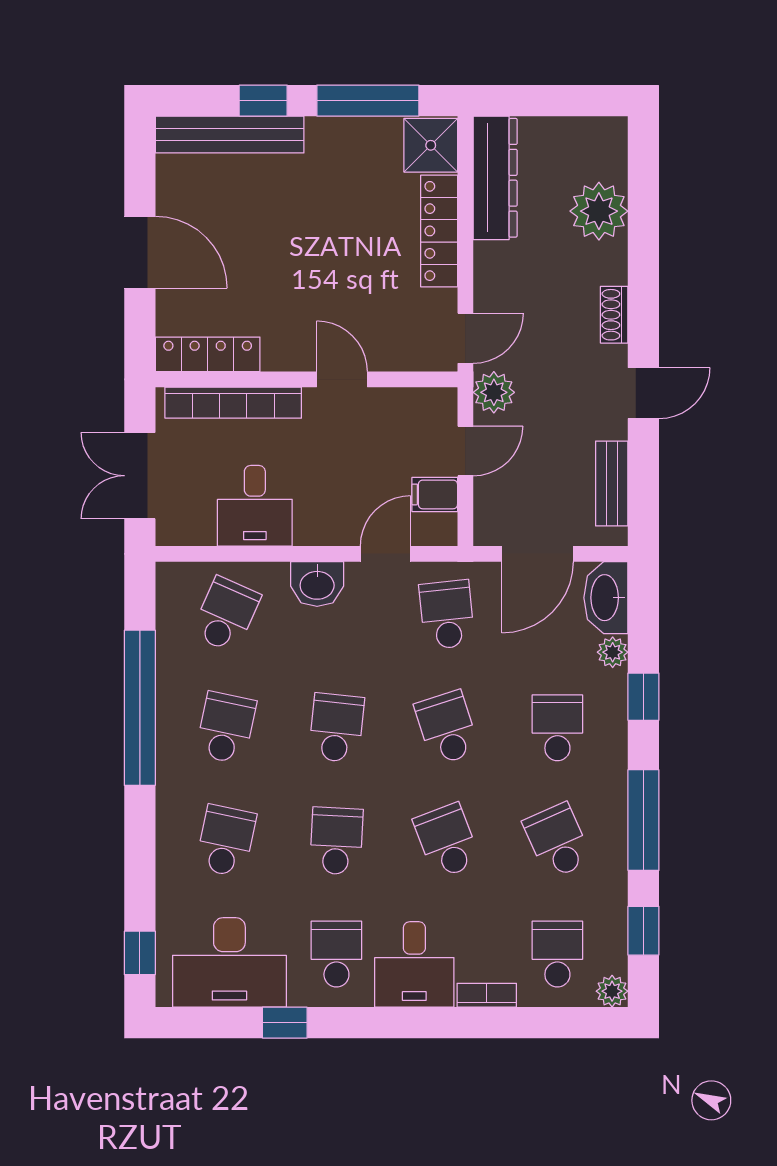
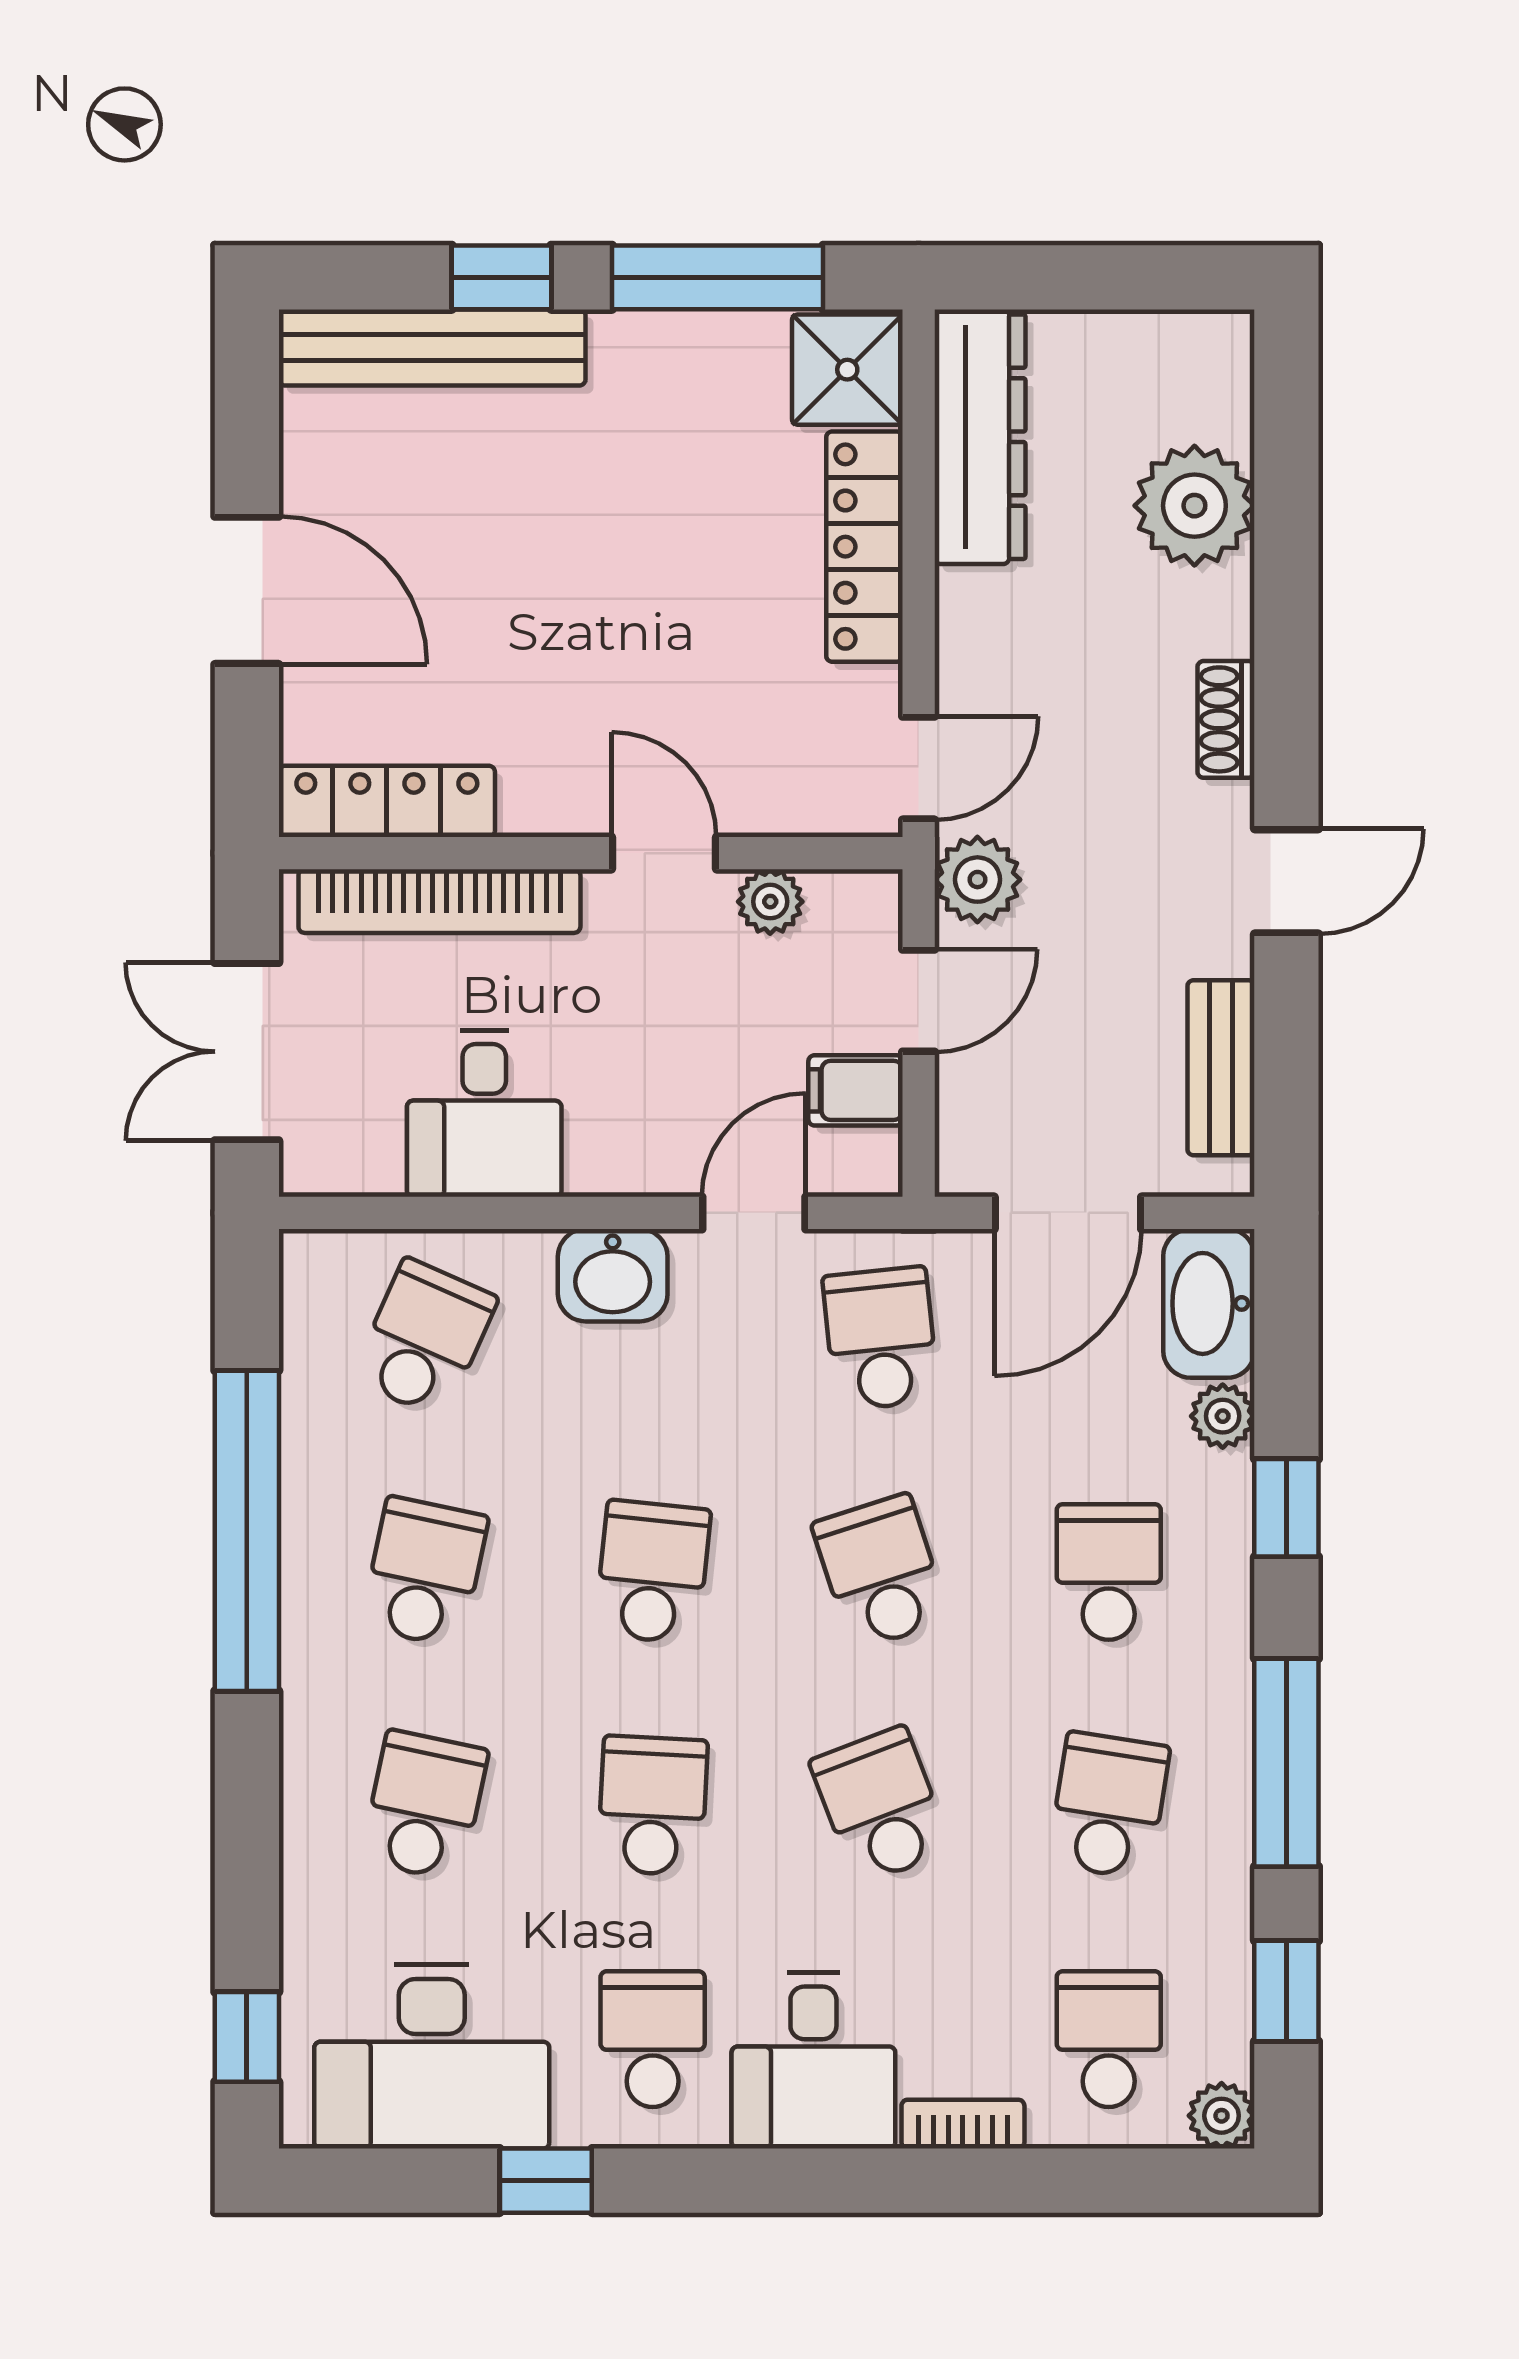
plant: (393, 403) -> (770, 902), added
school desk: (557, 841) -> (1109, 1806), turned 33

